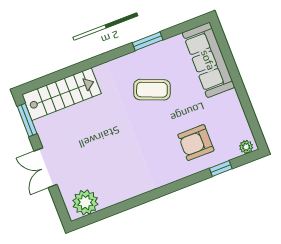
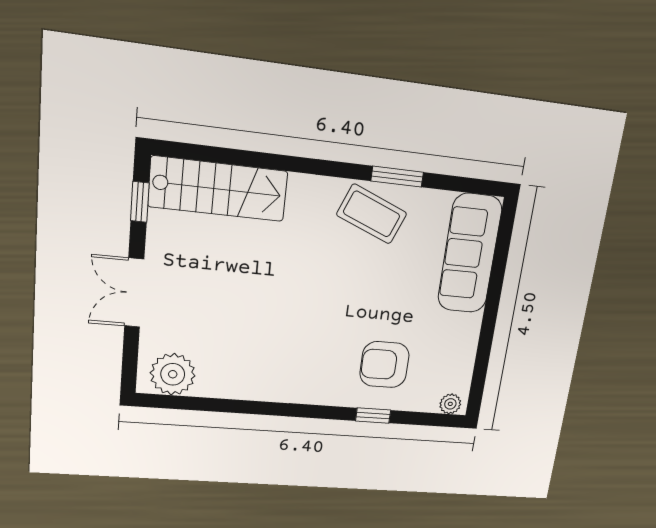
coffee table: (152, 90) -> (372, 214), moved
window: (27, 120) -> (140, 202), width x0.67
window: (221, 169) -> (373, 415), moved

